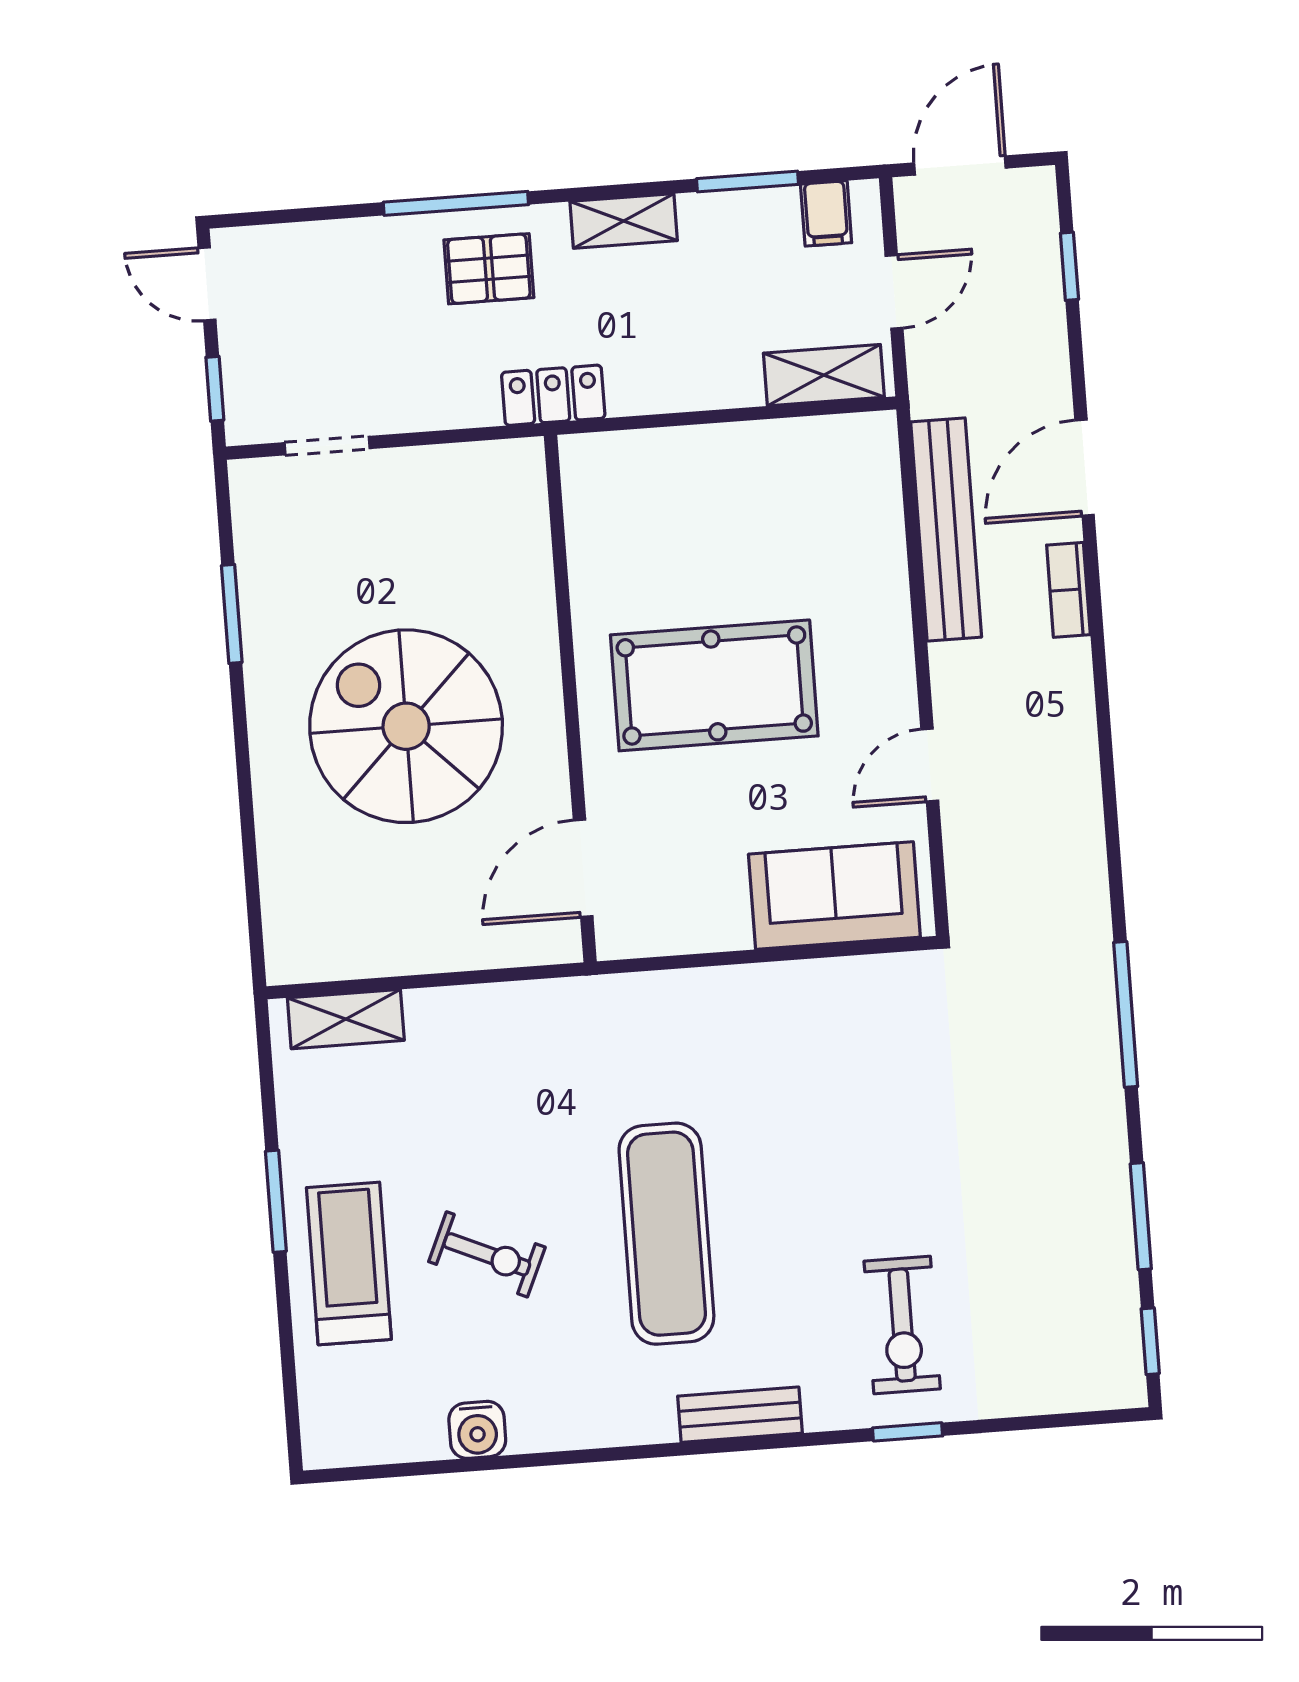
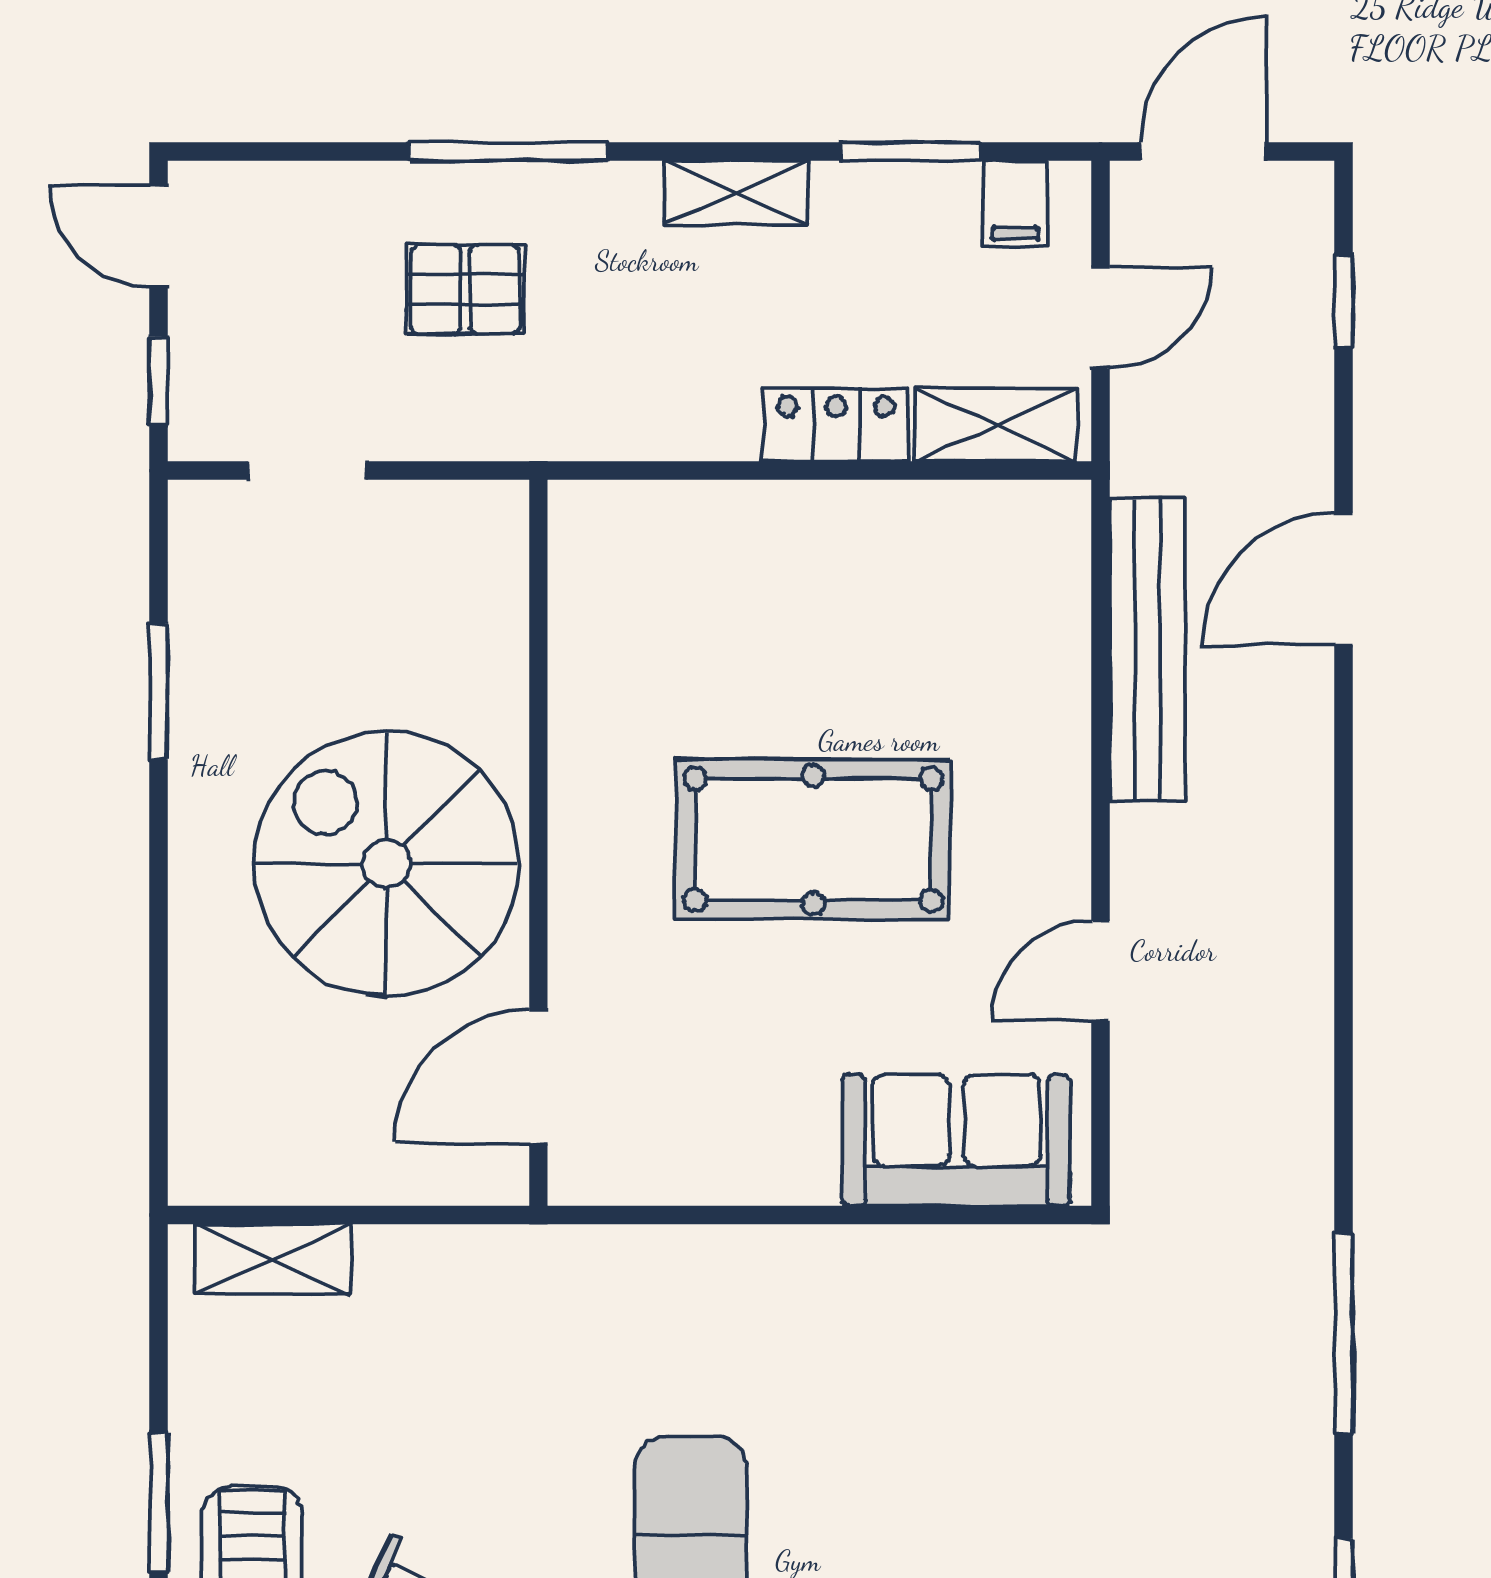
pallet: (489, 269) -> (465, 290), moved
locker: (553, 395) -> (836, 425), moved
bookcase: (1068, 590) -> (1309, 745), removed
wall: (570, 699) -> (538, 843), moved
door: (583, 868) -> (538, 1077), moved

